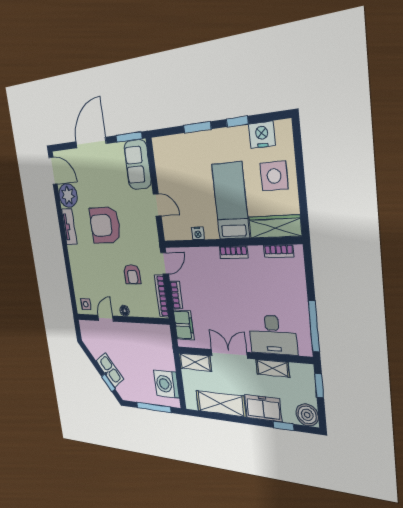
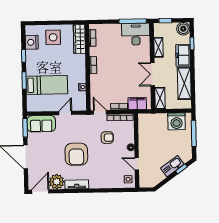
bed: (231, 201) -> (47, 85), moved, turned 180
desk: (273, 335) -> (136, 34), moved, turned -90

